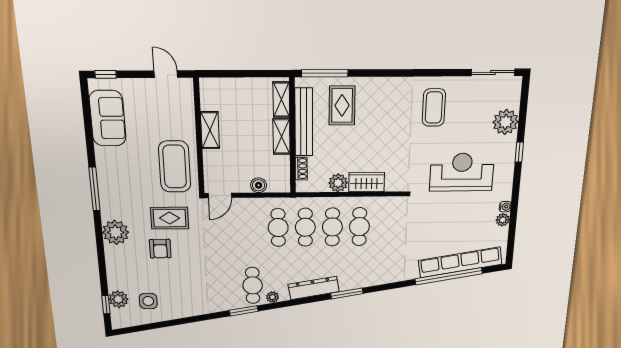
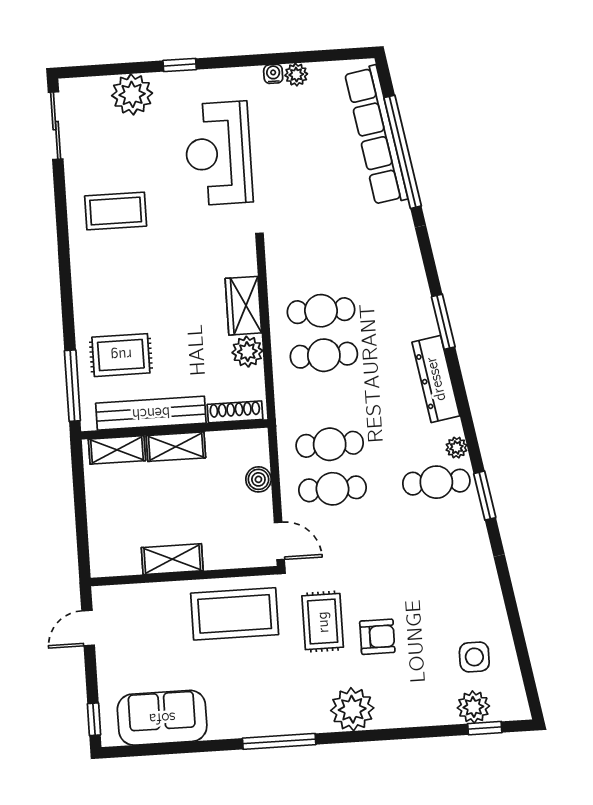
shoe rack: (301, 169) -> (235, 412), width x1.43
cafe table: (305, 227) -> (333, 489), moved

